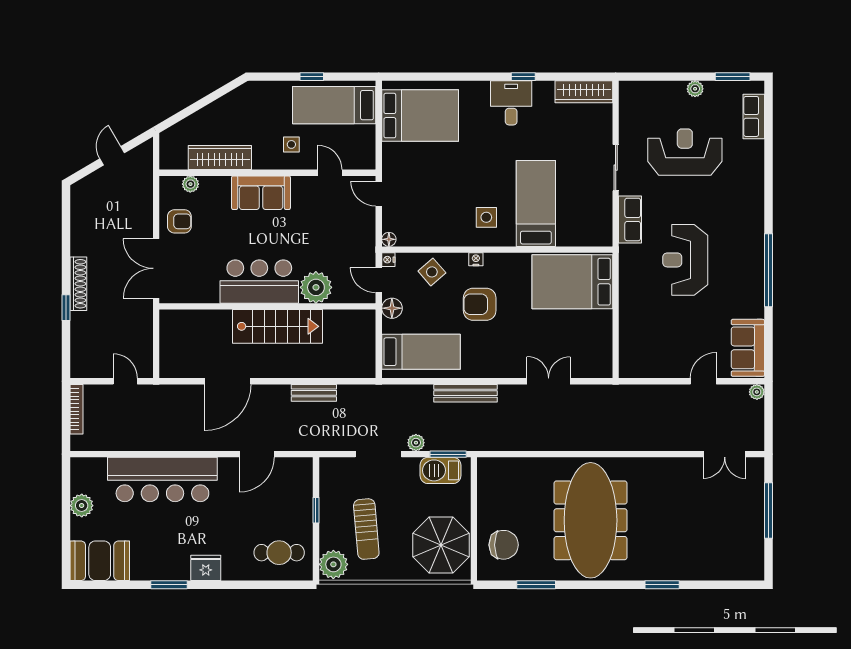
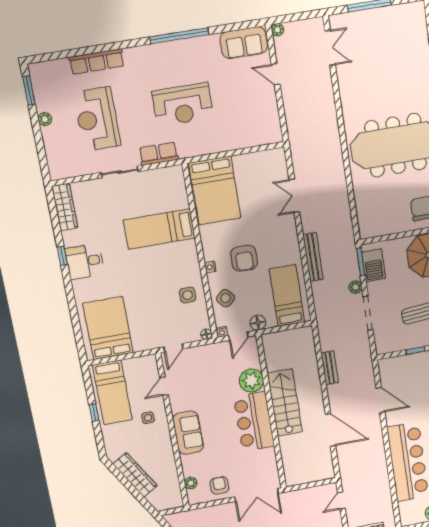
row of seats: (754, 116) -> (97, 62), moved, width x1.48
wardrobe: (220, 157) -> (135, 475), moved, turned 150
side table: (486, 217) -> (188, 295), moved

